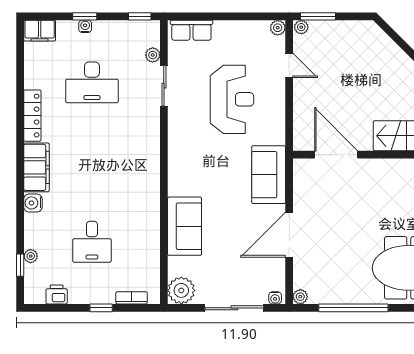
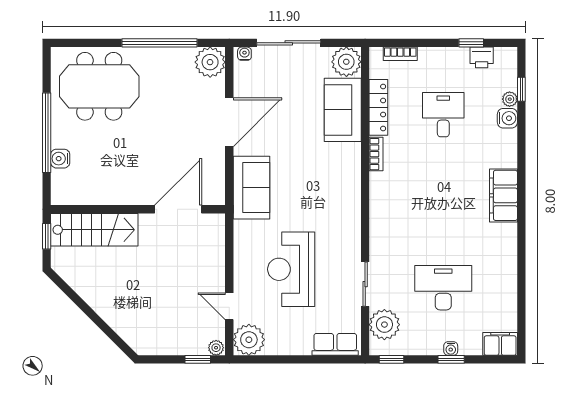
window: (318, 16) -> (198, 359), width x0.67
plant: (278, 28) -> (249, 340), width x1.87, depth x1.87
plant: (153, 55) -> (384, 325), width x1.87, depth x1.87
locker: (32, 116) -> (378, 107), moved, turned 180
door: (336, 155) -> (178, 209), swing flipped
water cooler: (33, 203) -> (507, 118), moved
bookcase: (154, 205) -> (376, 154), added
sofa: (185, 226) -> (343, 110), moved
plant: (300, 297) -> (210, 62), width x1.87, depth x1.87
window: (101, 308) -> (471, 43), moved

